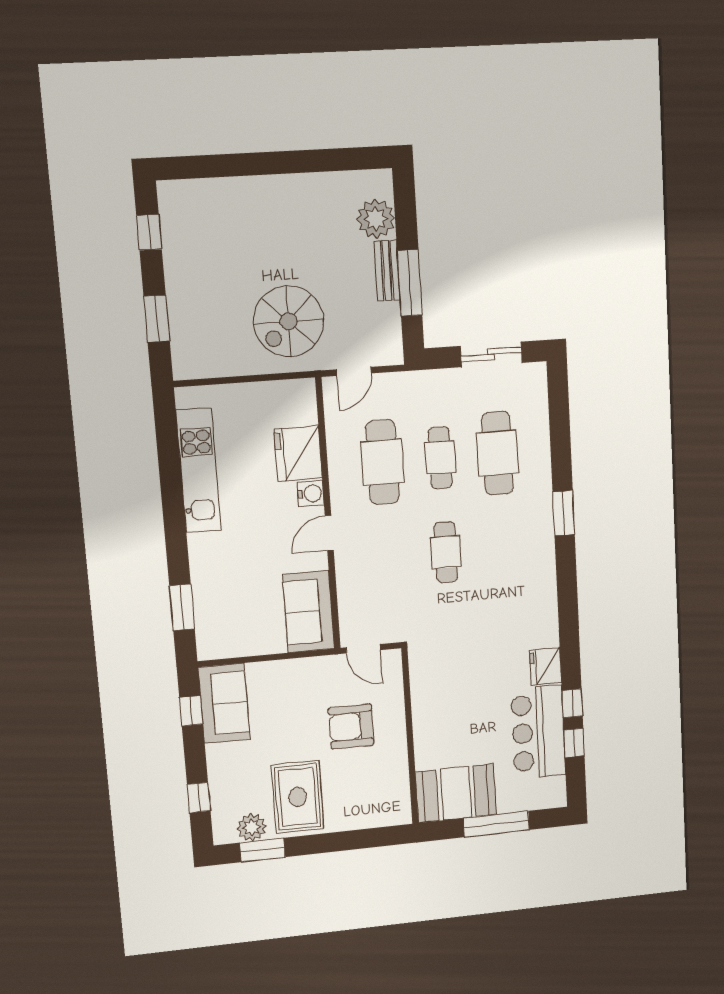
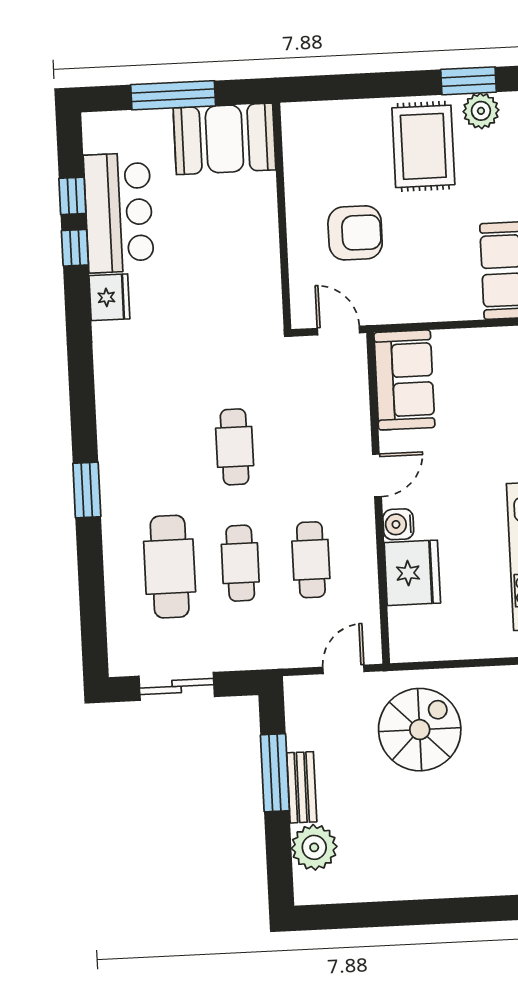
cafe table: (382, 462) -> (311, 560), width x0.73, depth x0.74

